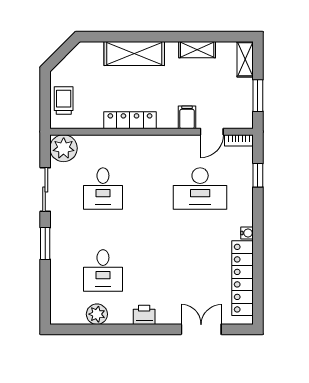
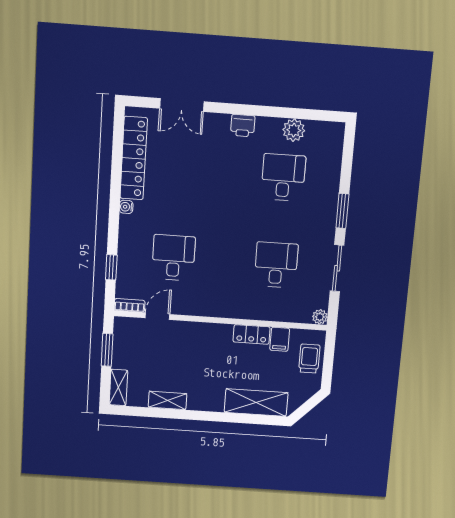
shelving: (134, 54) -> (256, 402), moved
trolley: (64, 101) -> (309, 359), turned 180
filing cabinet: (187, 117) -> (280, 339), moved
locker: (130, 120) -> (252, 334), width x0.66
plant: (64, 148) -> (320, 317), width x0.53, depth x0.53
desk: (200, 189) -> (173, 258), width x0.73

